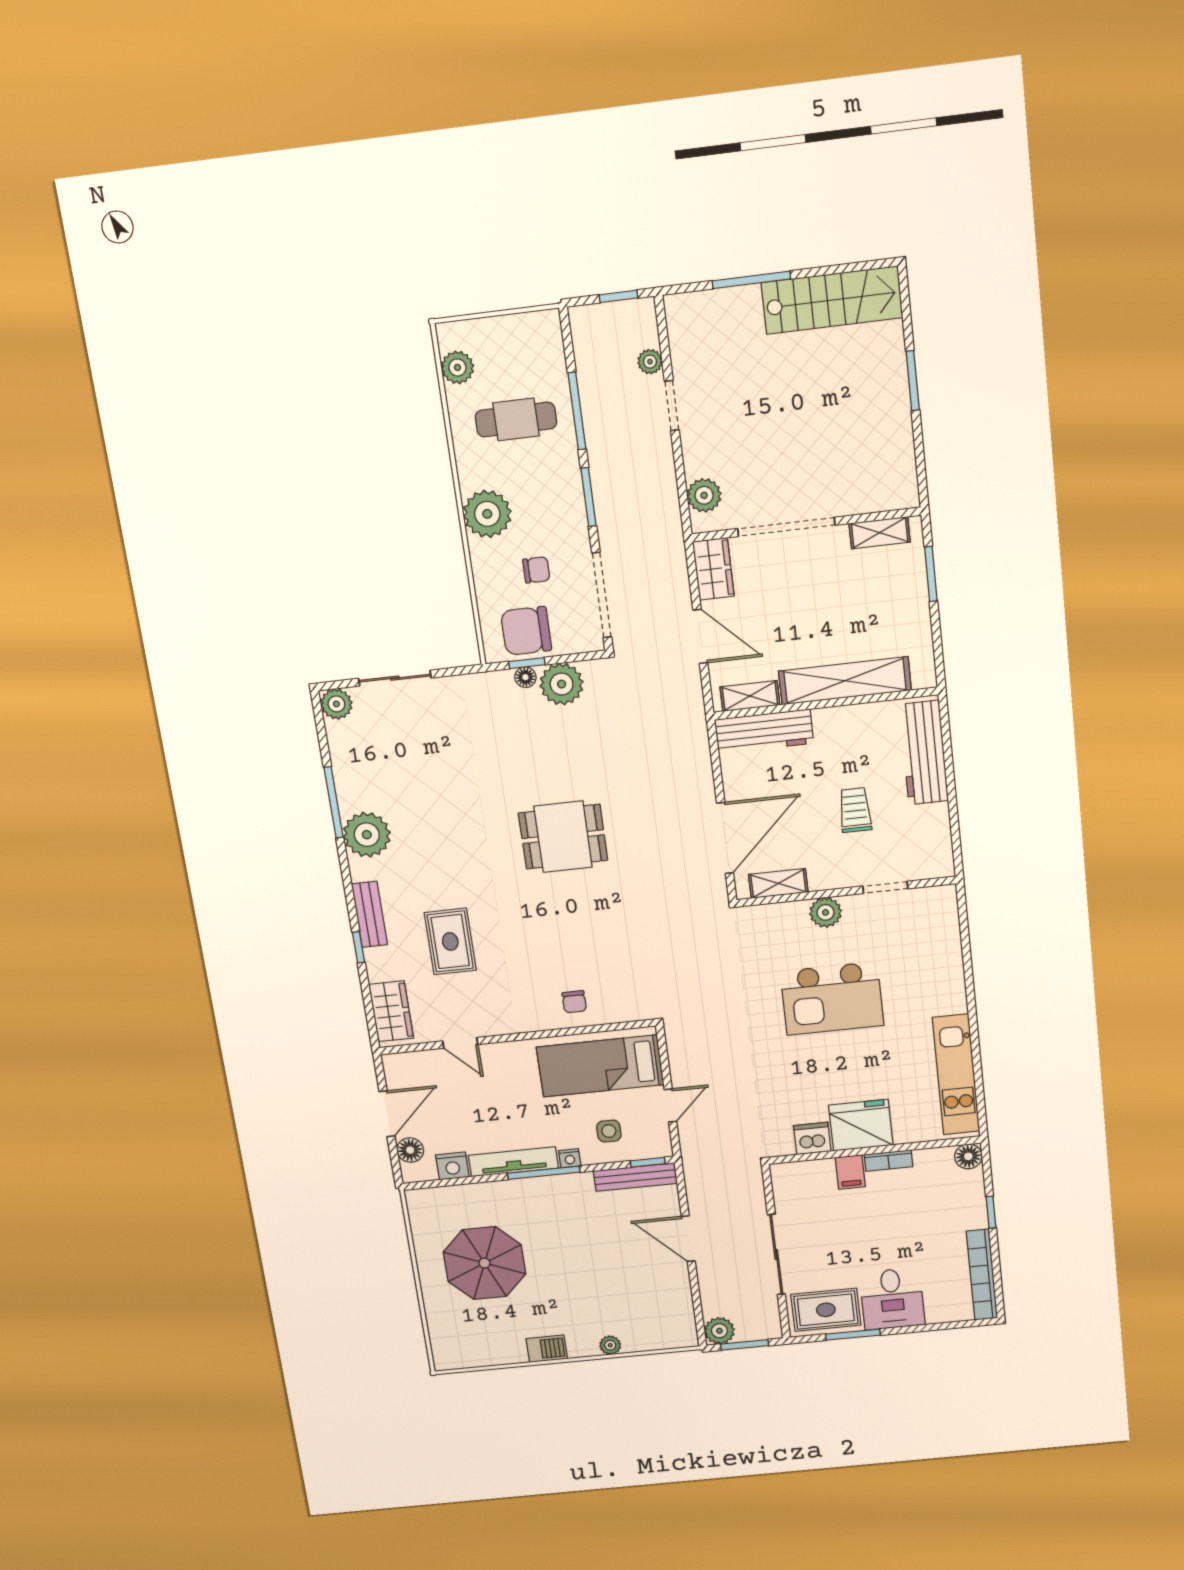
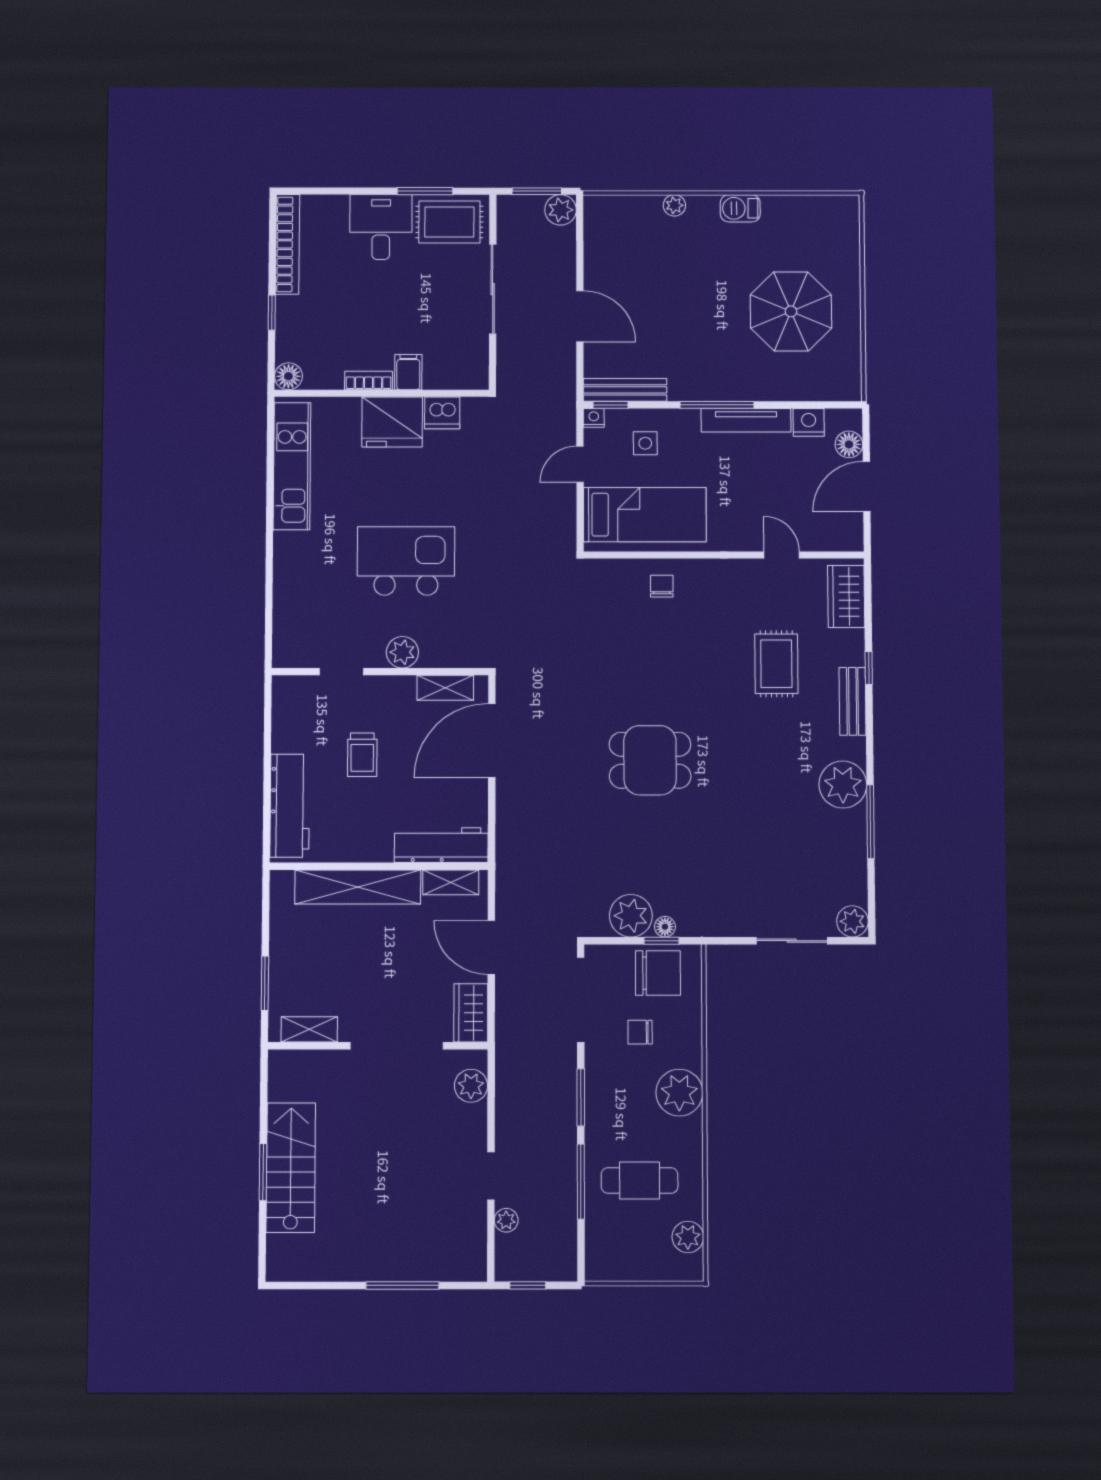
stairs: (832, 300) -> (291, 1168), moved, turned 90
nightstand: (570, 1158) -> (594, 418), moved

